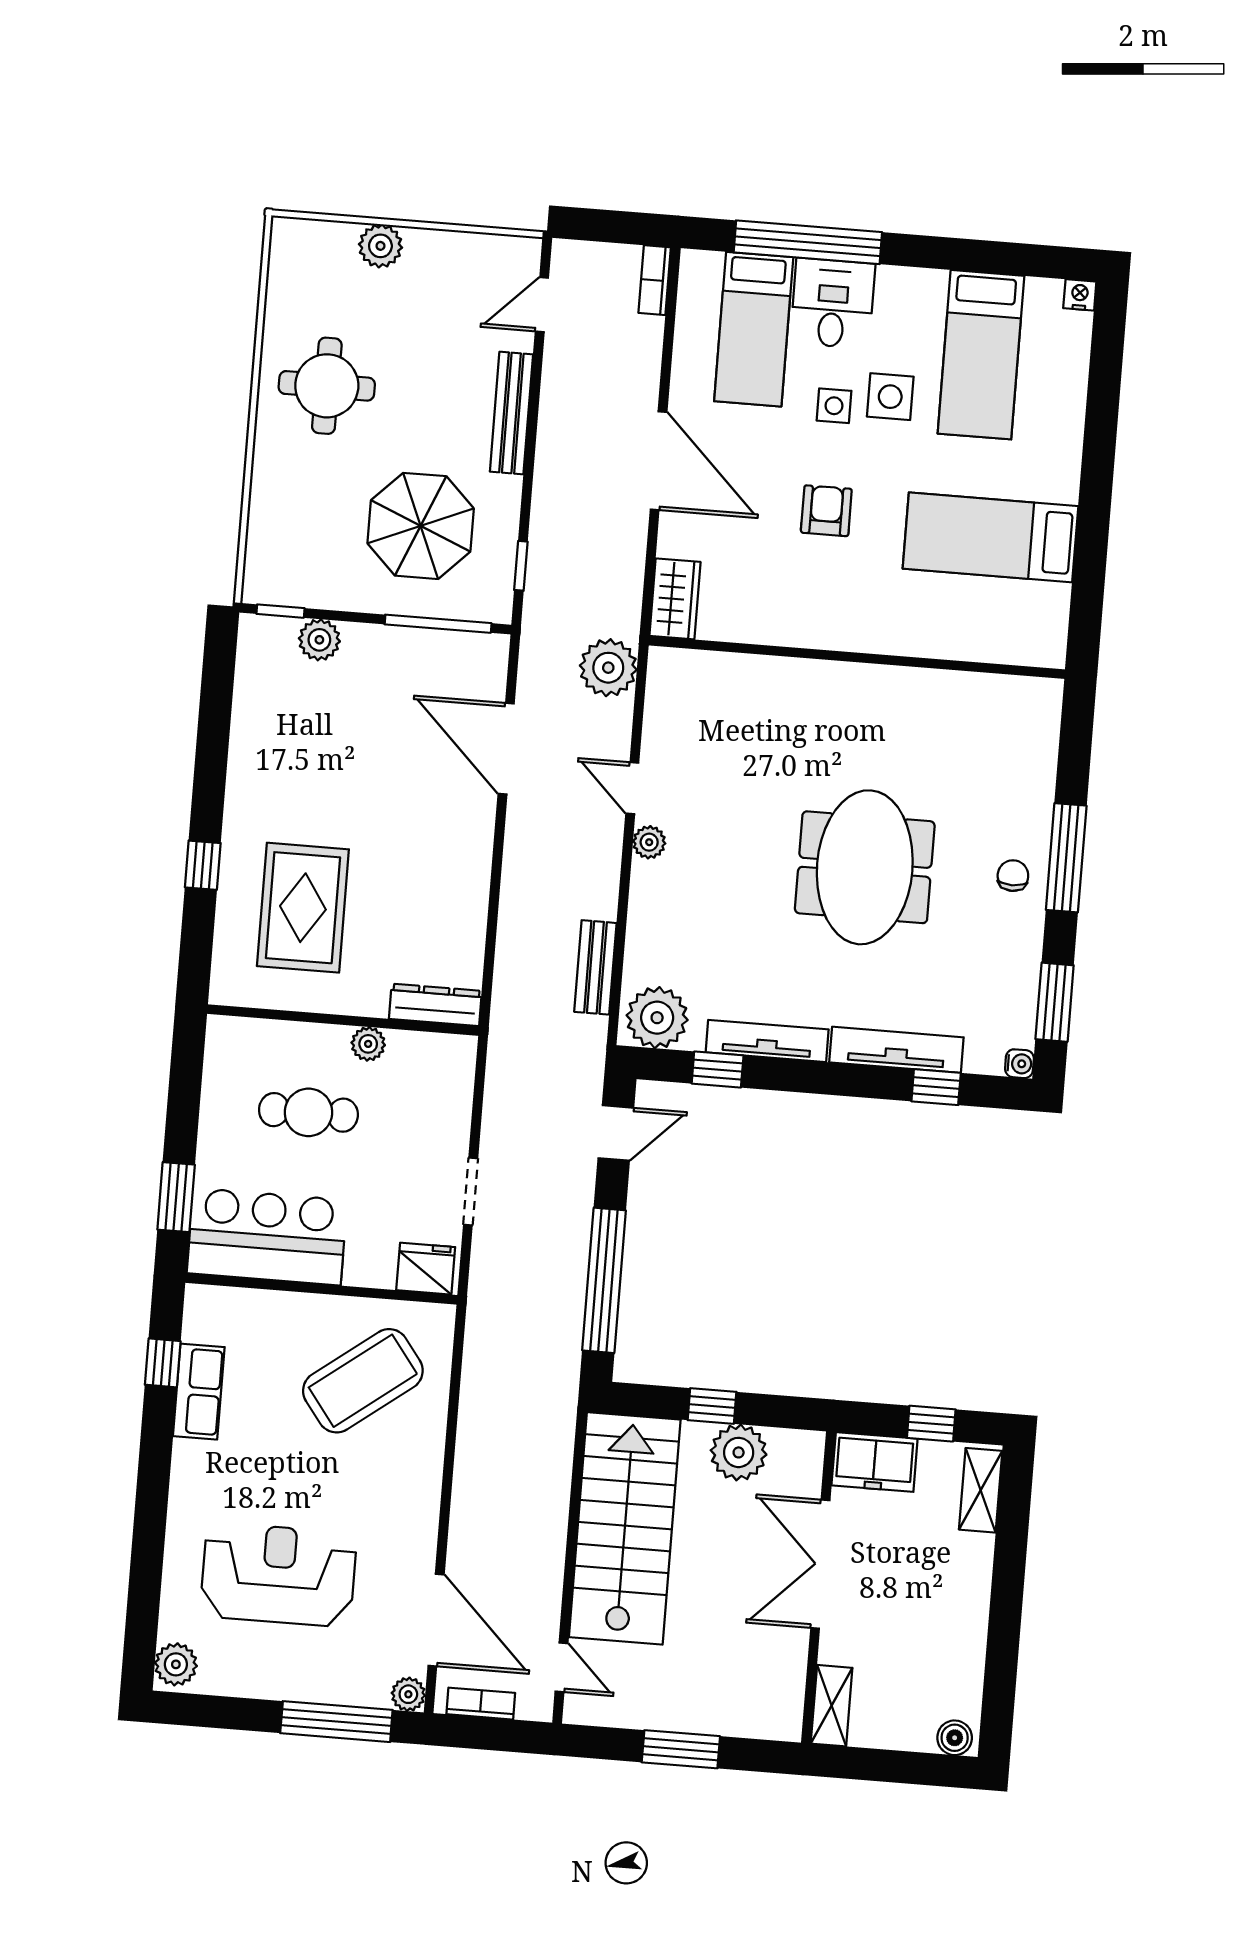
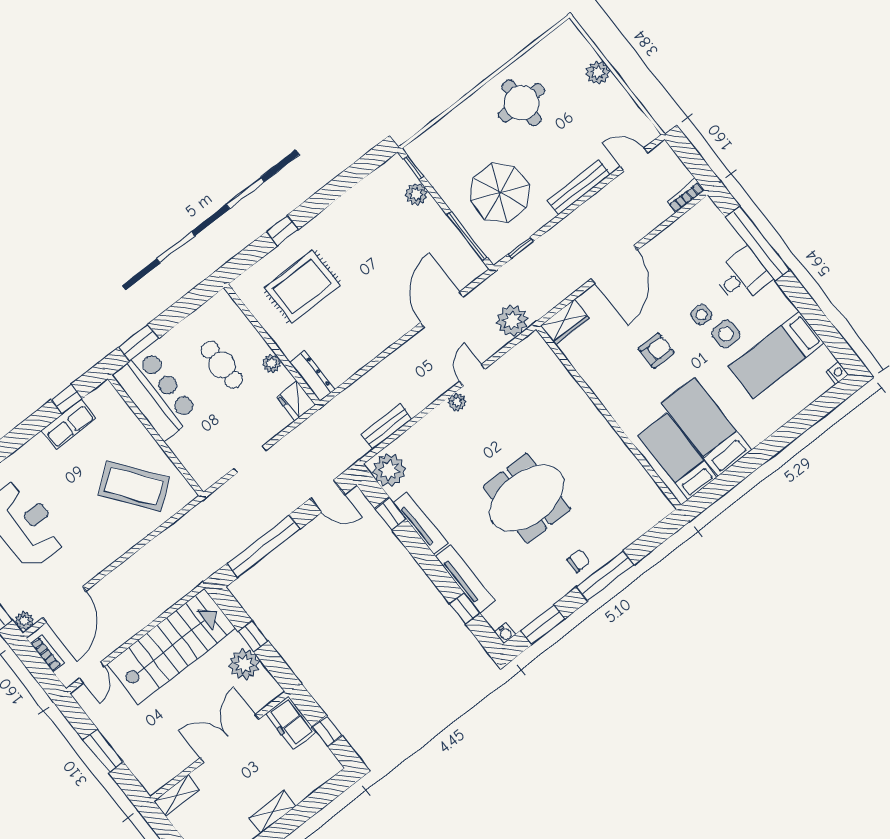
bed: (754, 329) -> (677, 456), moved, turned 90
fridge: (426, 1269) -> (296, 401), moved, turned 180
shelving: (981, 1490) -> (272, 812), moved

